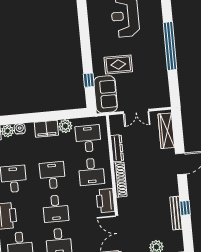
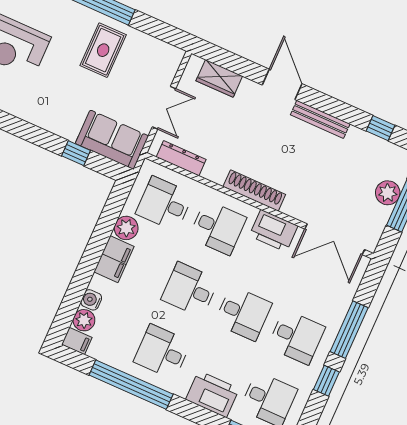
rug: (118, 64) -> (103, 50), moved
wardrobe: (166, 131) -> (219, 78), width x0.67
dresser: (117, 148) -> (181, 158), moved
window: (185, 208) -> (380, 128), moved
bench: (176, 213) -> (320, 119), moved

